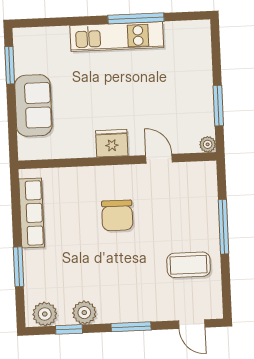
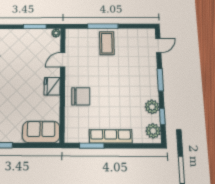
sofa: (33, 105) -> (41, 132), moved
row of seats: (32, 213) -> (111, 136), moved
chair: (117, 215) -> (81, 96), moved
coffee table: (189, 265) -> (107, 43), moved
window: (18, 267) -> (92, 146), moved

